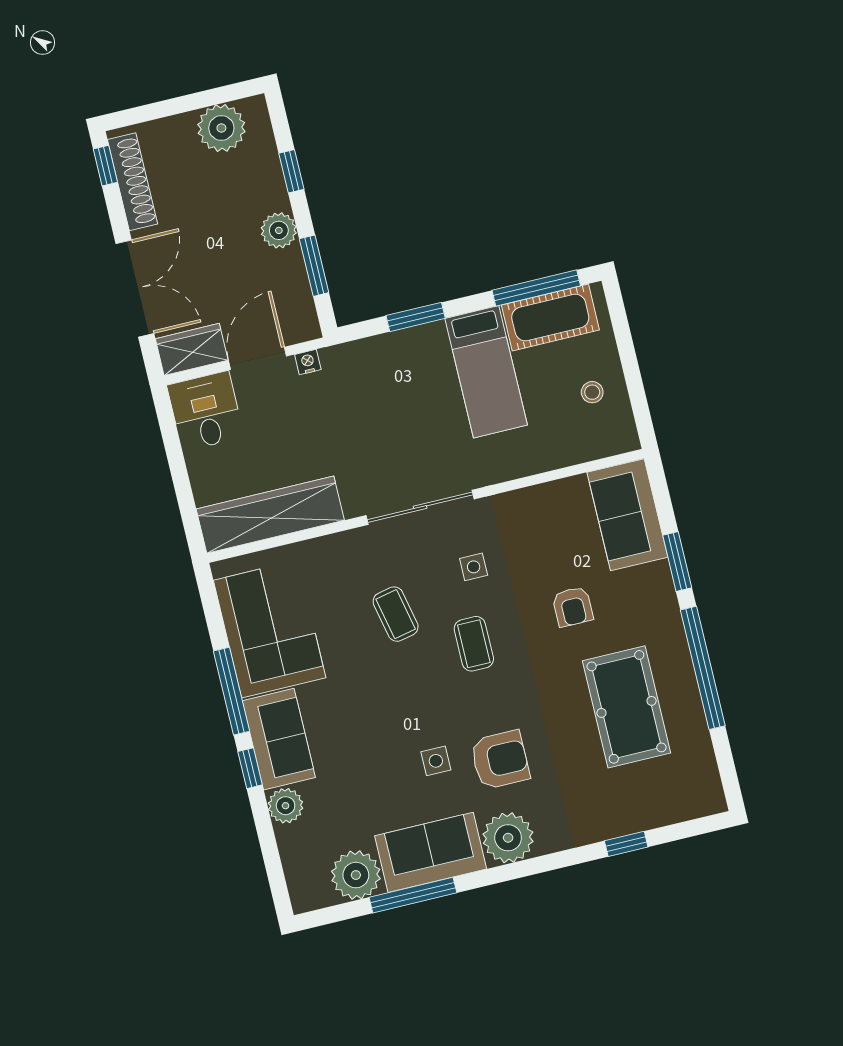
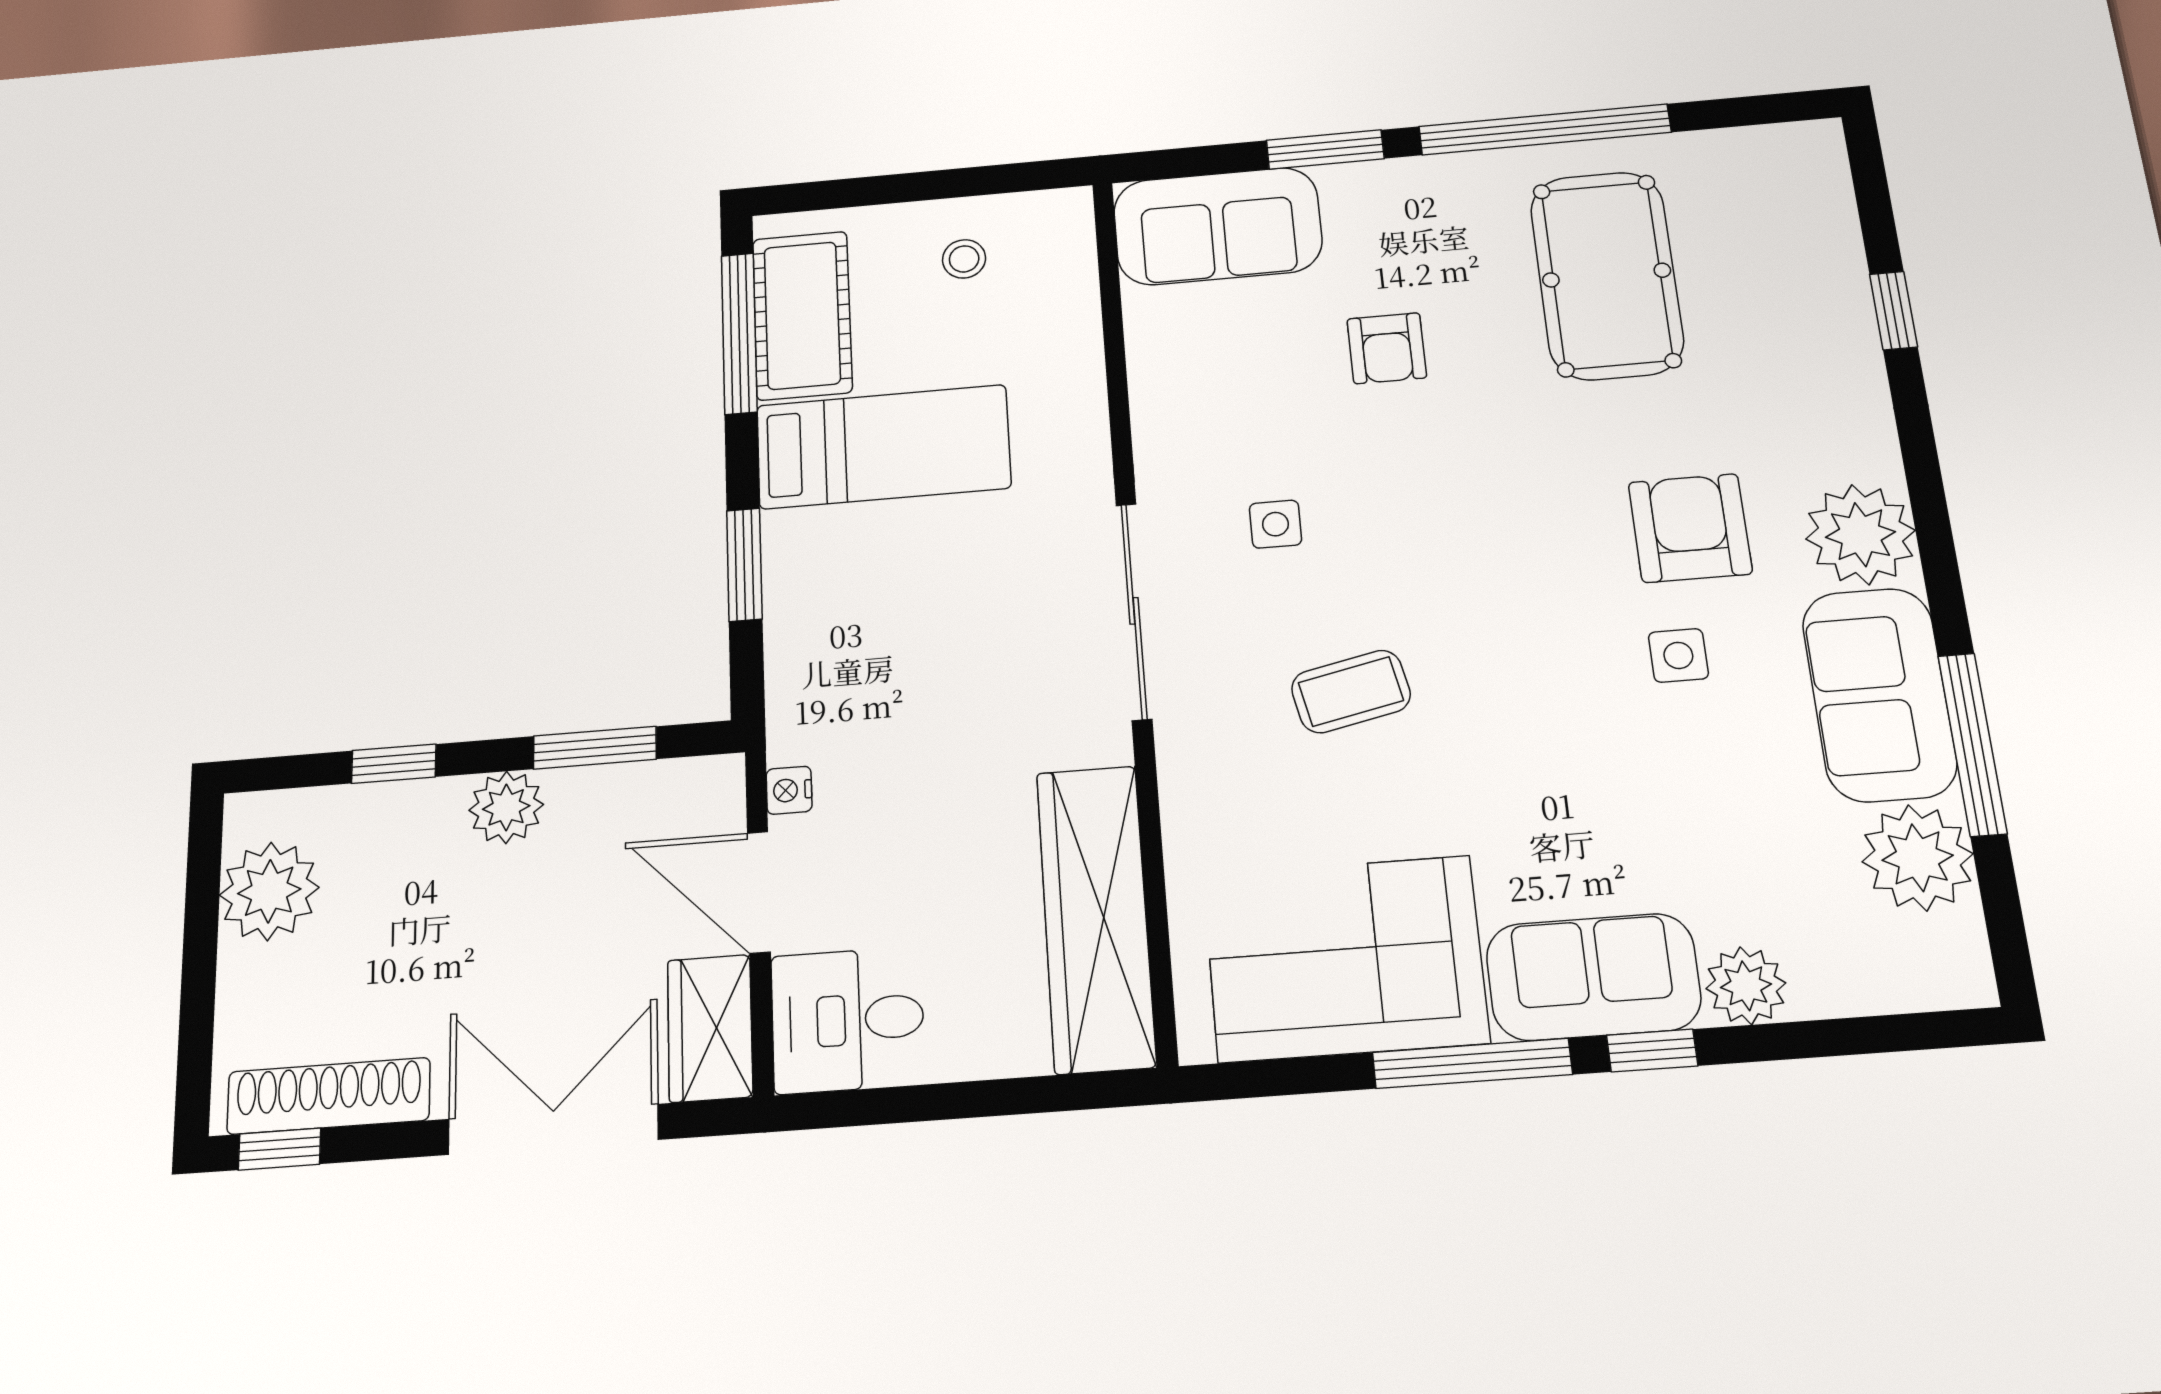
armchair: (573, 607) -> (1387, 348), turned 90
coffee table: (474, 644) -> (1437, 546), removed
pool table: (626, 707) -> (1607, 275), turned 90

